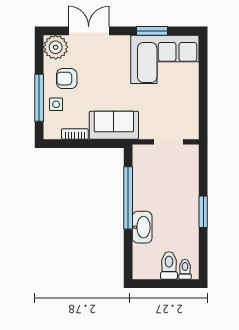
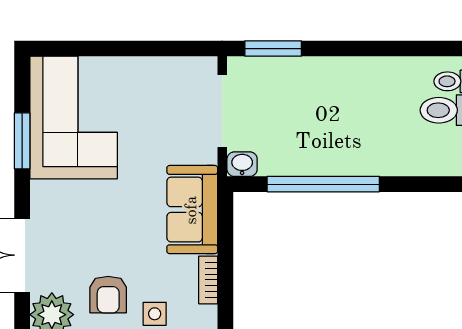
doorway: (168, 142) -> (222, 111), width x1.38
window: (203, 212) -> (273, 49), moved
washbasin: (142, 227) -> (242, 164), moved, width x0.52, depth x0.69

